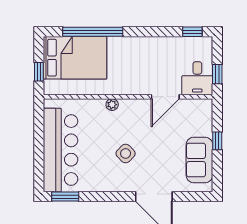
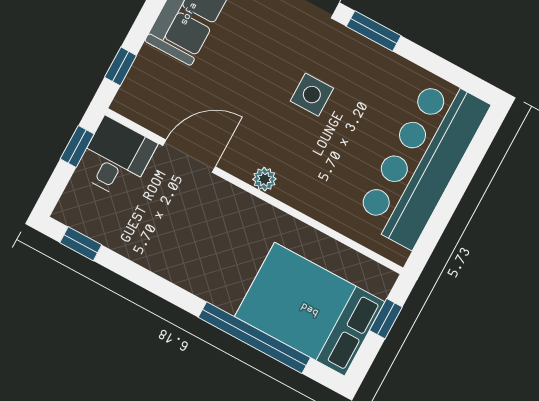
plant: (112, 105) -> (264, 179), moved
window: (217, 141) -> (121, 66), moved
side table: (126, 153) -> (312, 95), turned 45
window: (65, 197) -> (374, 31), moved

